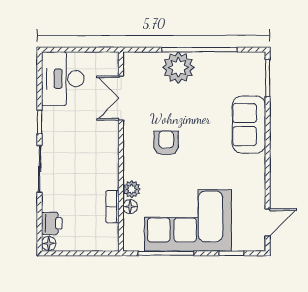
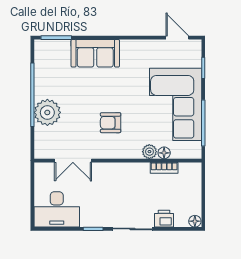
printer: (52, 223) -> (164, 219), moved

